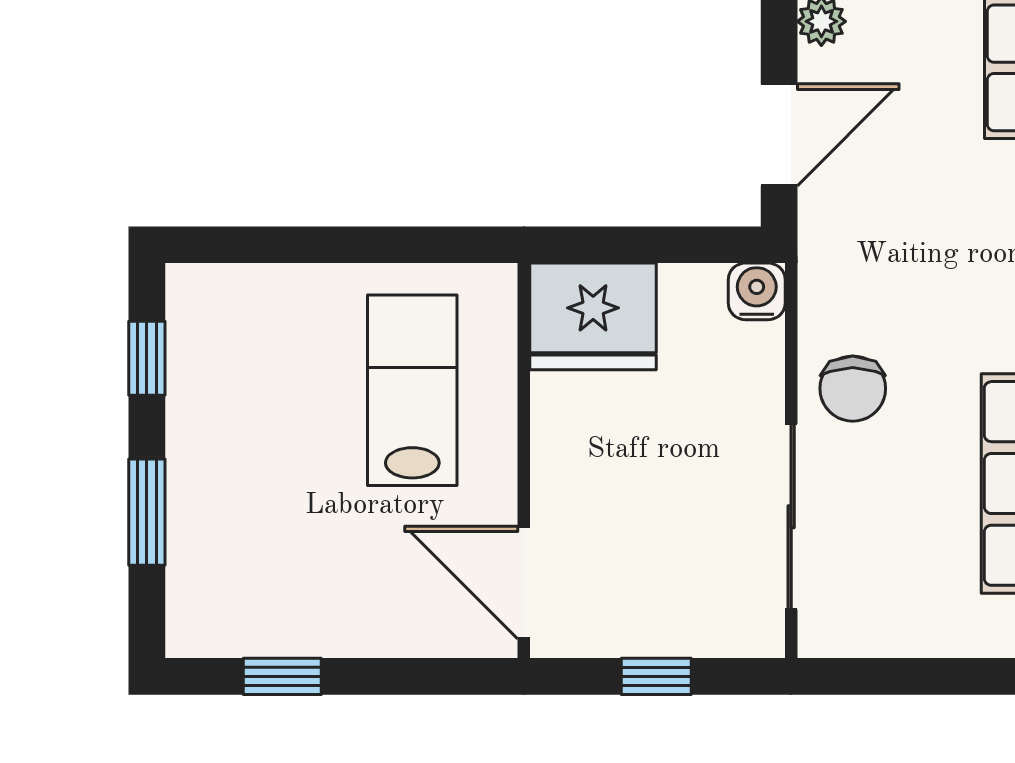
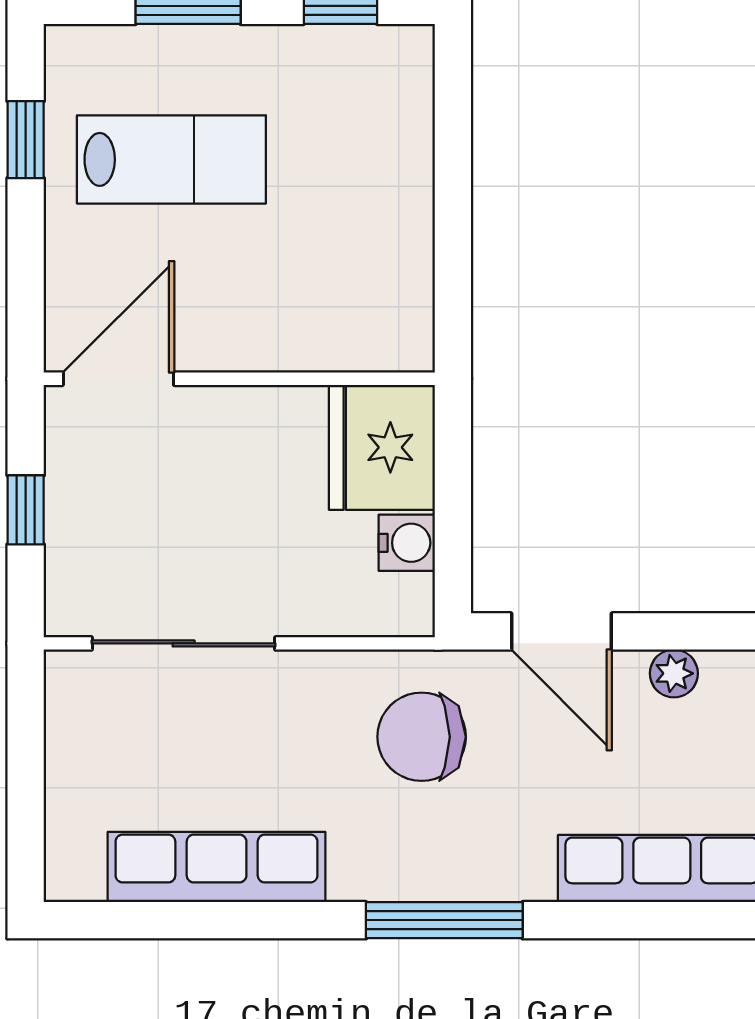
water cooler: (757, 291) -> (407, 543), moved
chair: (853, 389) -> (422, 737), moved, width x1.37, depth x1.37
lab bench: (412, 390) -> (171, 159), moved

